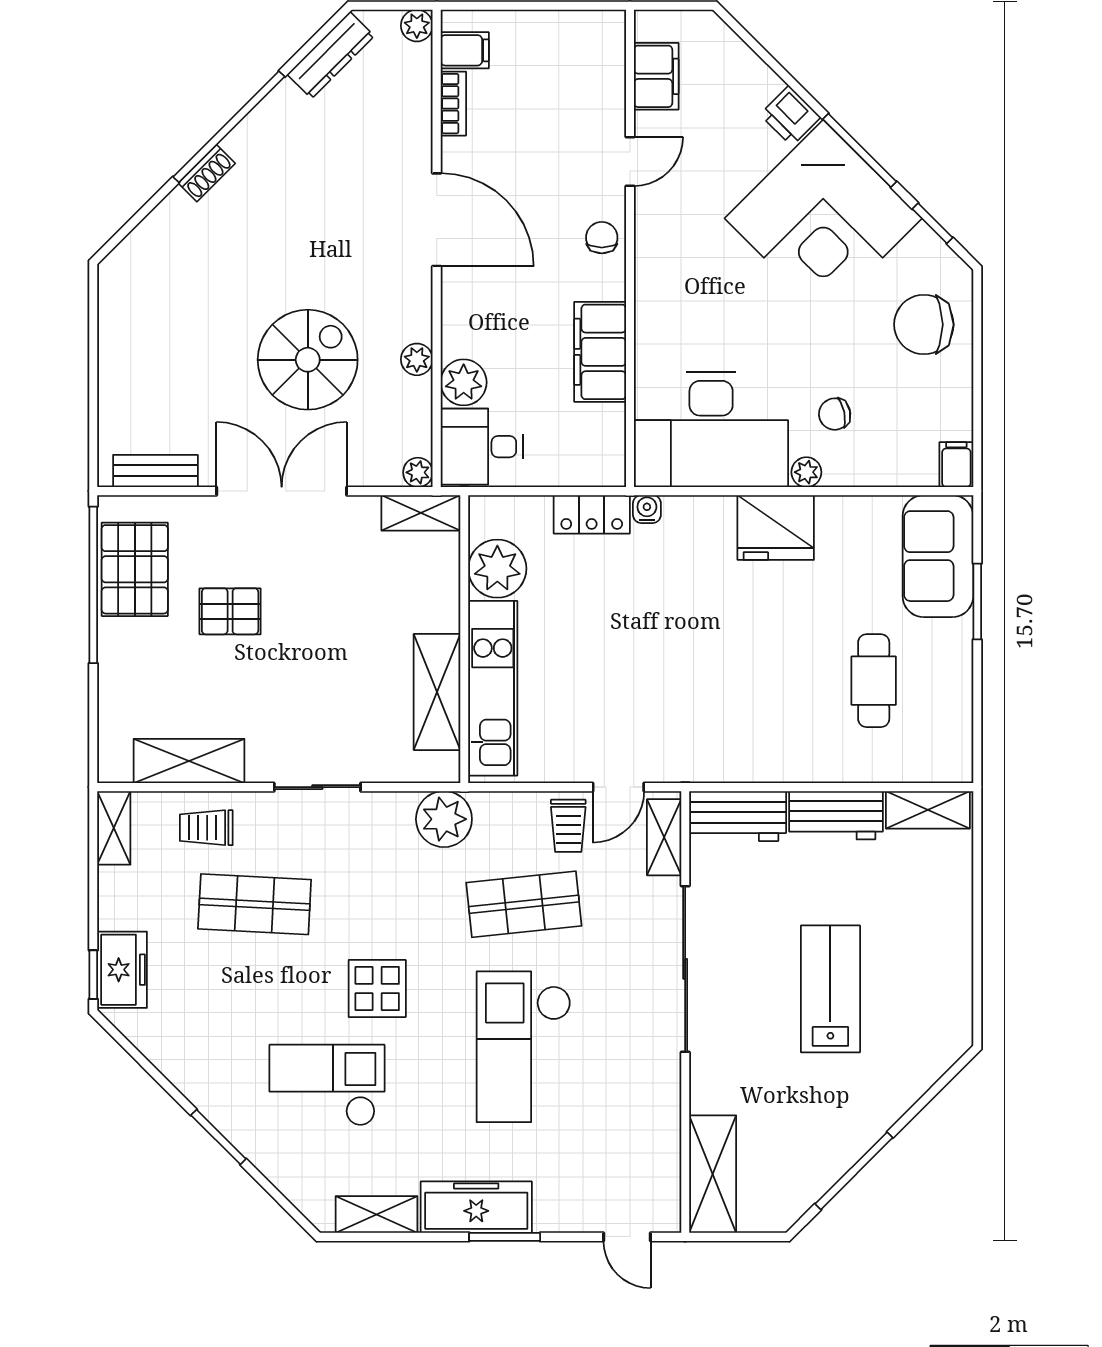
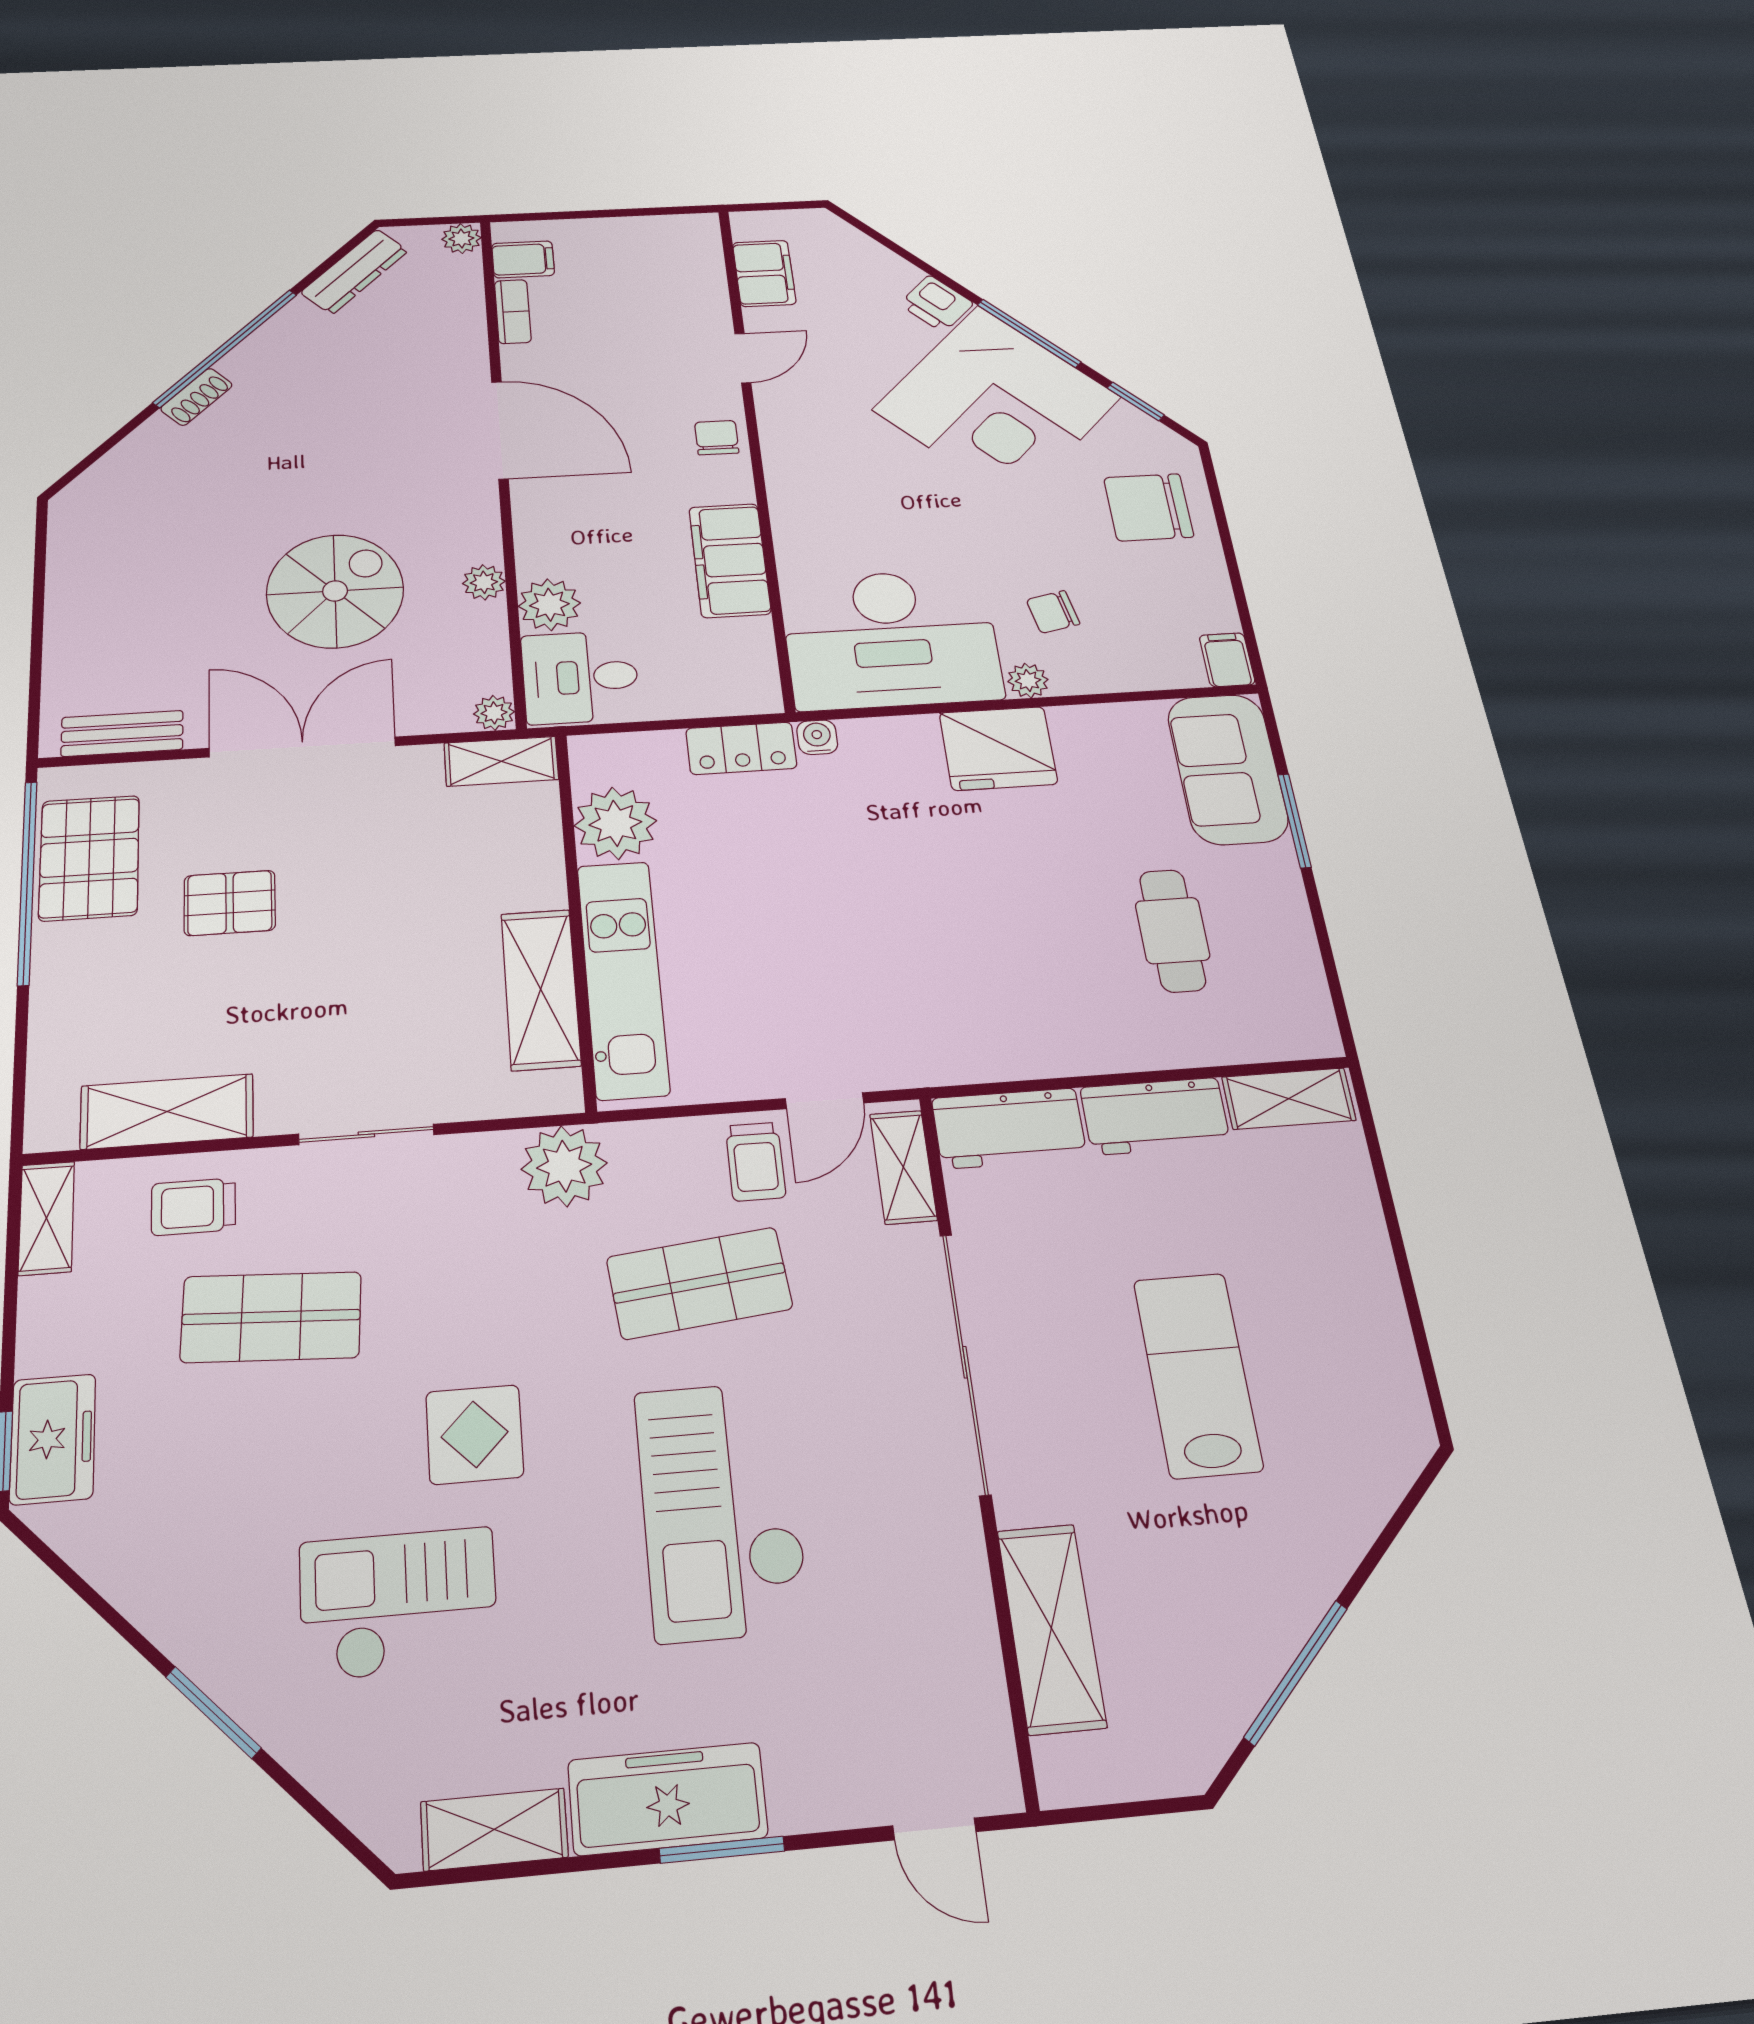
shelving: (713, 1174) -> (1051, 1628), moved

